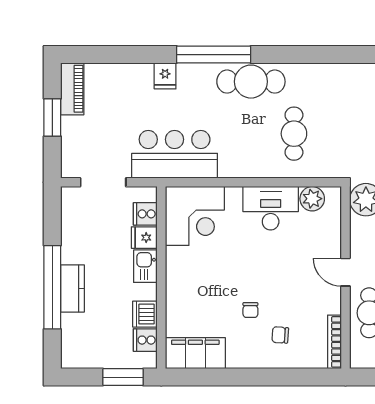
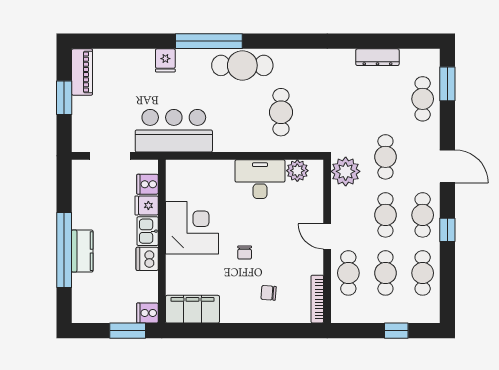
corner desk: (195, 216) -> (192, 228), moved, turned -90
chair: (250, 310) -> (245, 253), moved
dishwasher: (145, 314) -> (147, 259), moved
cooker: (145, 340) -> (147, 313), moved

